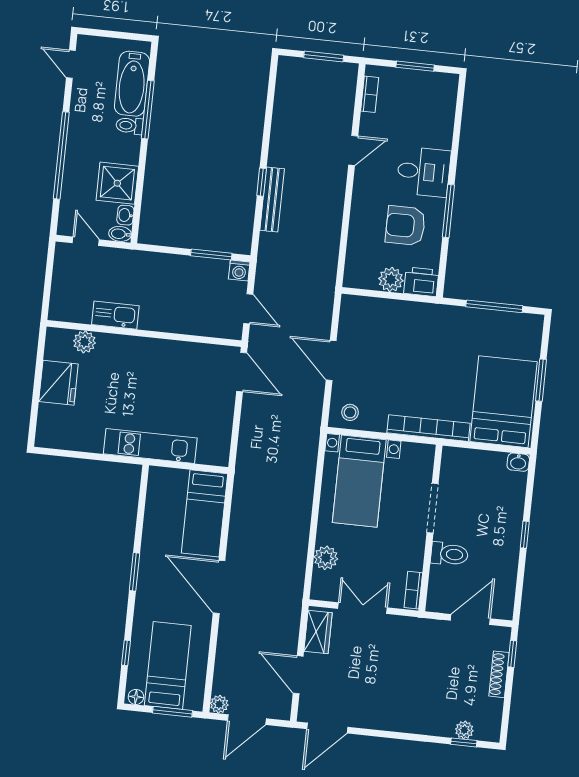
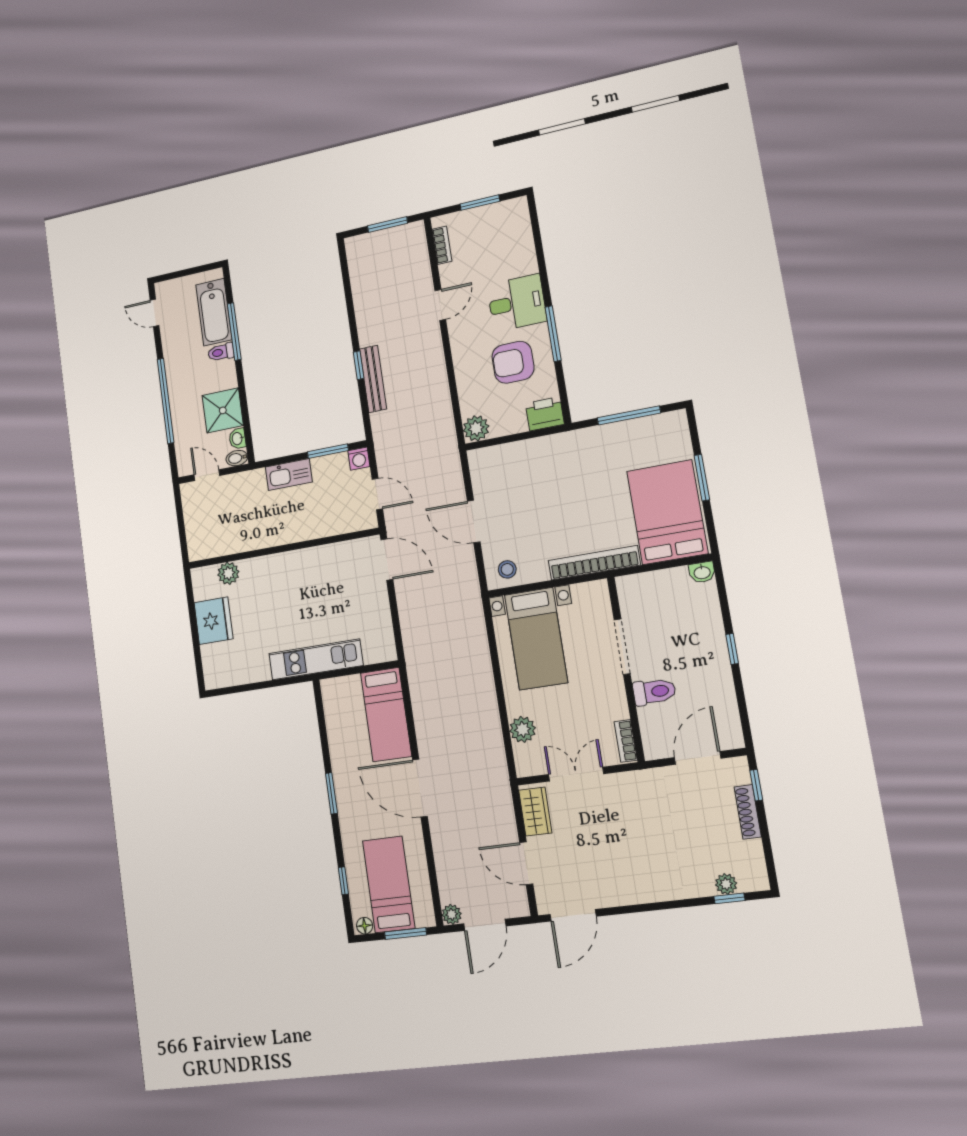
plant: (391, 280) -> (476, 428), moved
kitchen sink: (115, 315) -> (289, 475), moved, turned 180

